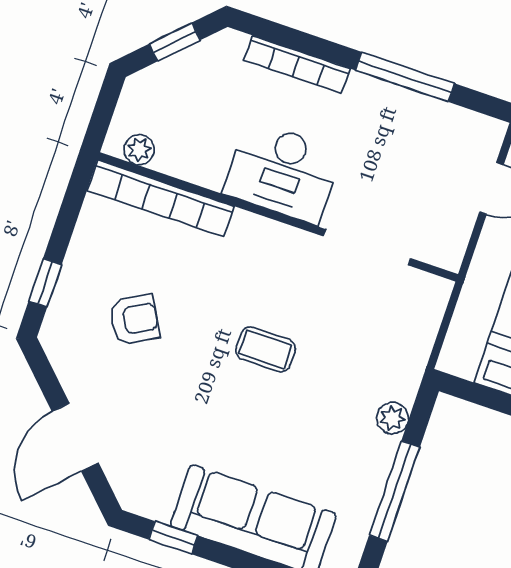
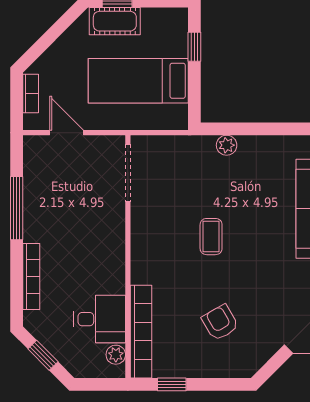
desk: (283, 172) -> (100, 319), moved, width x0.73
doorway: (367, 247) -> (128, 173), moved
window: (45, 283) -> (172, 384), moved
window: (395, 491) -> (271, 129), removed

